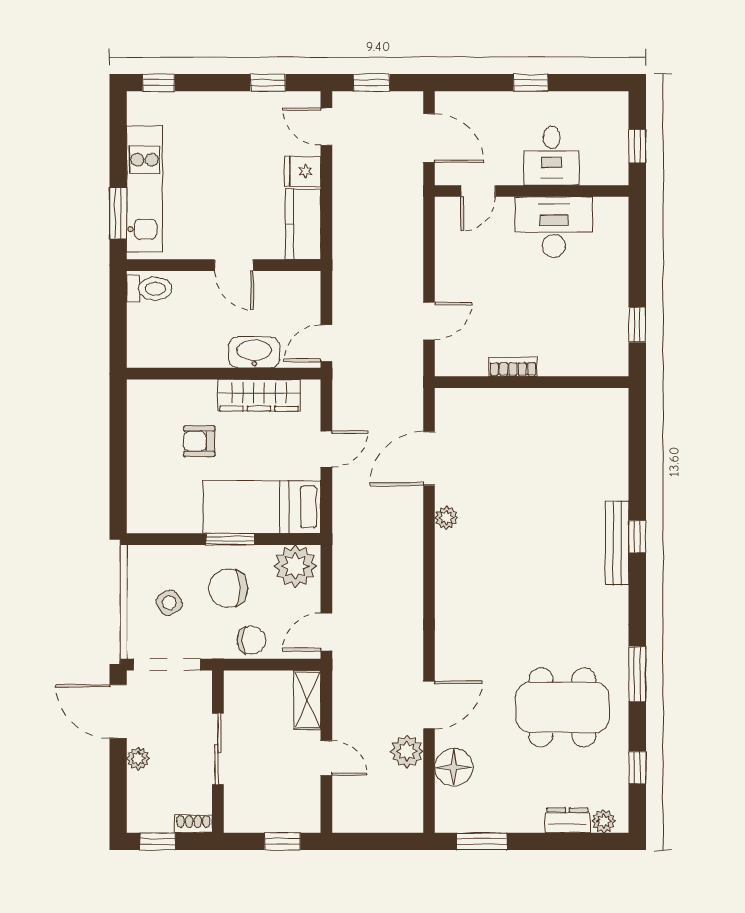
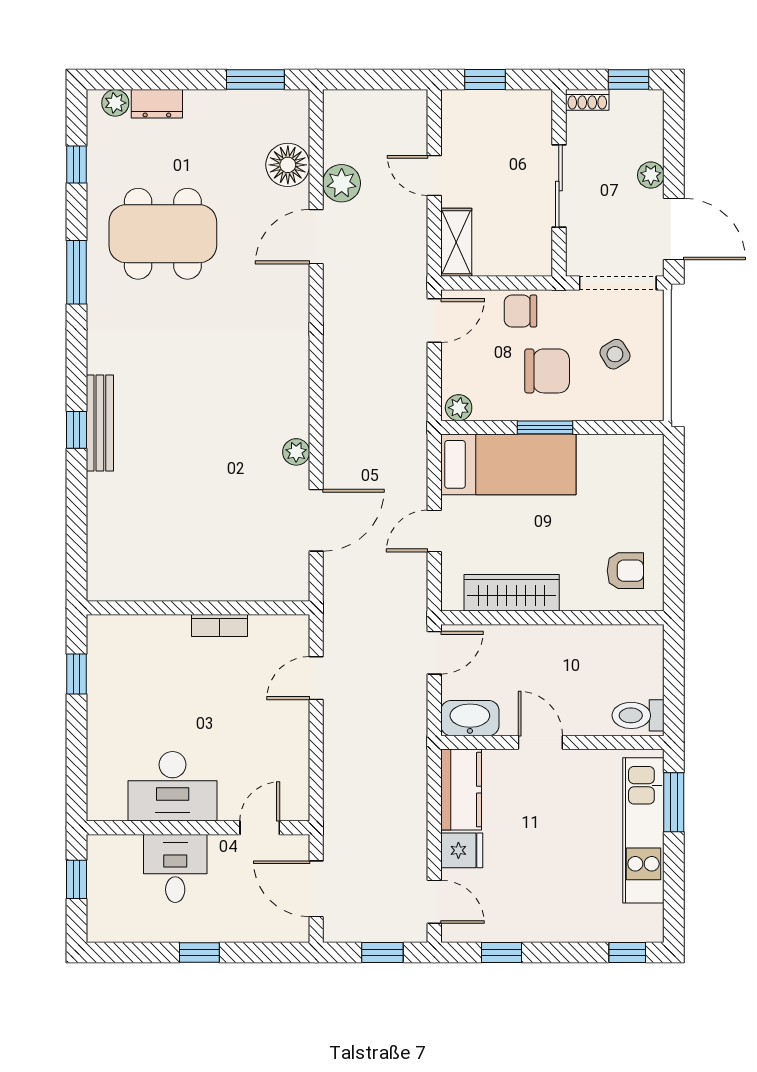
washbasin: (254, 352) -> (470, 718), moved, turned 180
armchair: (199, 441) -> (625, 571), moved
plant: (295, 566) -> (459, 408), width x0.53, depth x0.53

